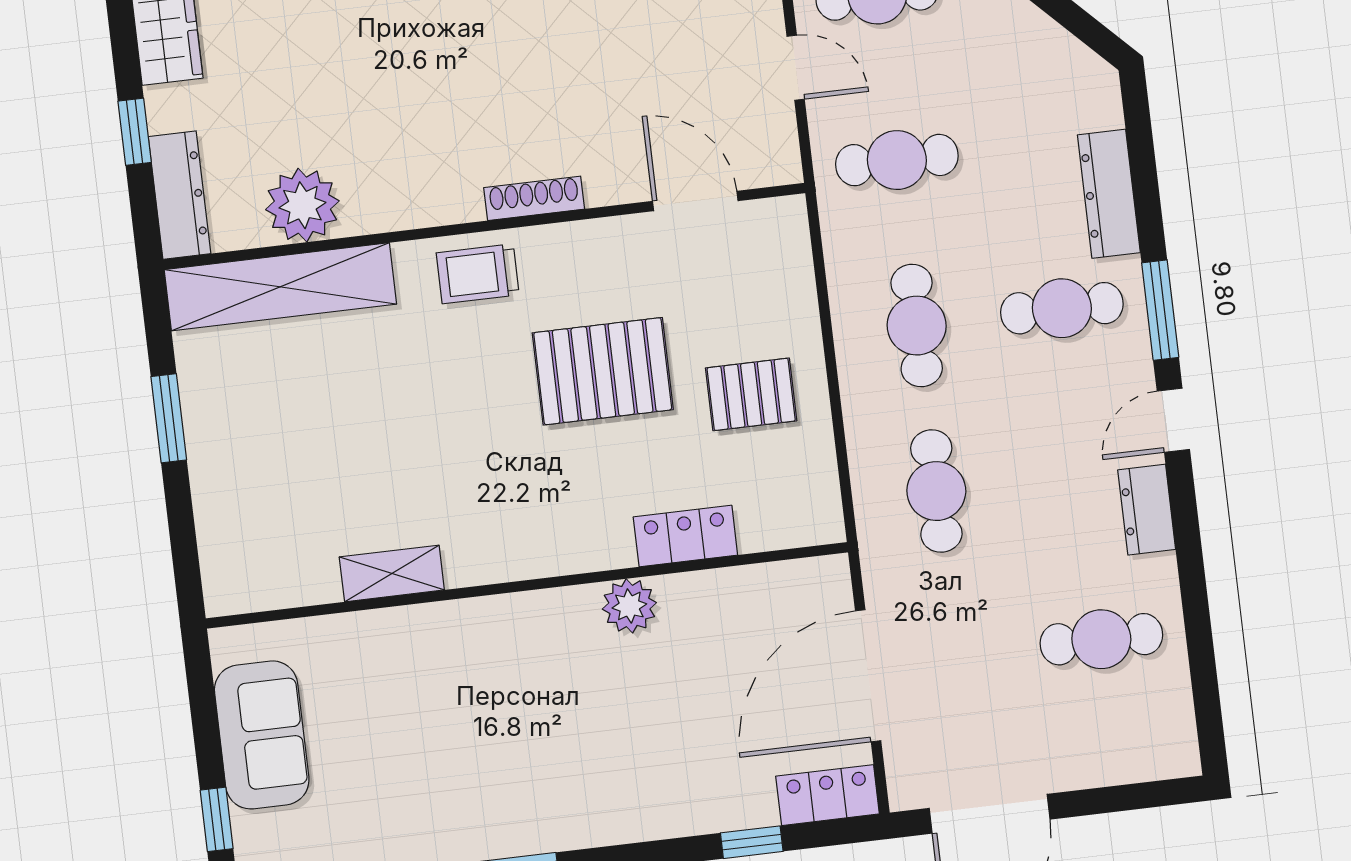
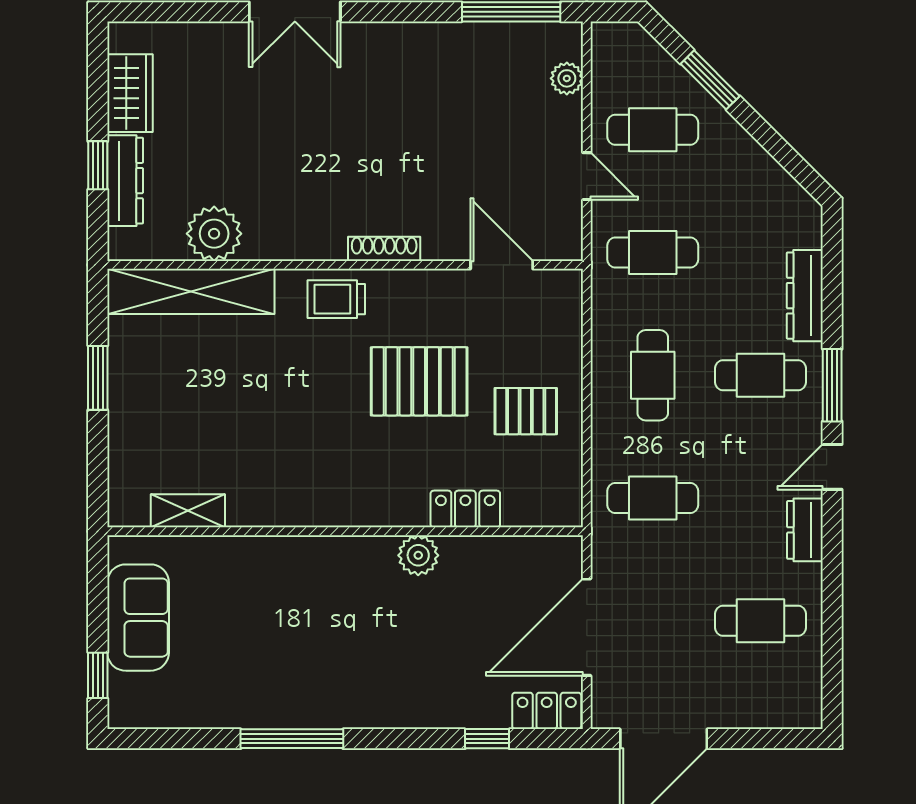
dresser: (180, 195) -> (125, 181), moved
cafe table: (936, 491) -> (653, 498), turned 90
shelving: (392, 573) -> (188, 511), moved

